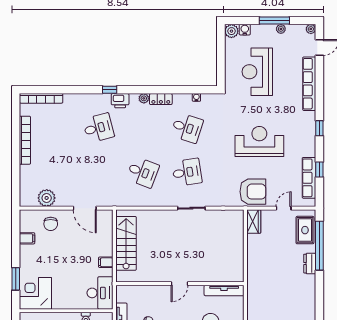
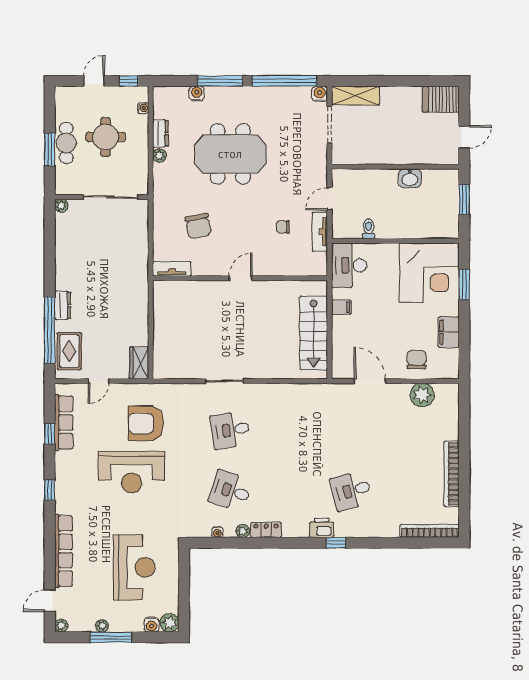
plant: (144, 98) -> (243, 531), moved
desk: (143, 172) -> (291, 430), removed
armchair: (253, 192) -> (146, 423), moved
filing cabinet: (27, 238) -> (449, 332), width x2.00
tv unit: (224, 290) -> (172, 269), width x0.71
corner desk: (35, 293) -> (429, 273), width x1.36, depth x1.36

